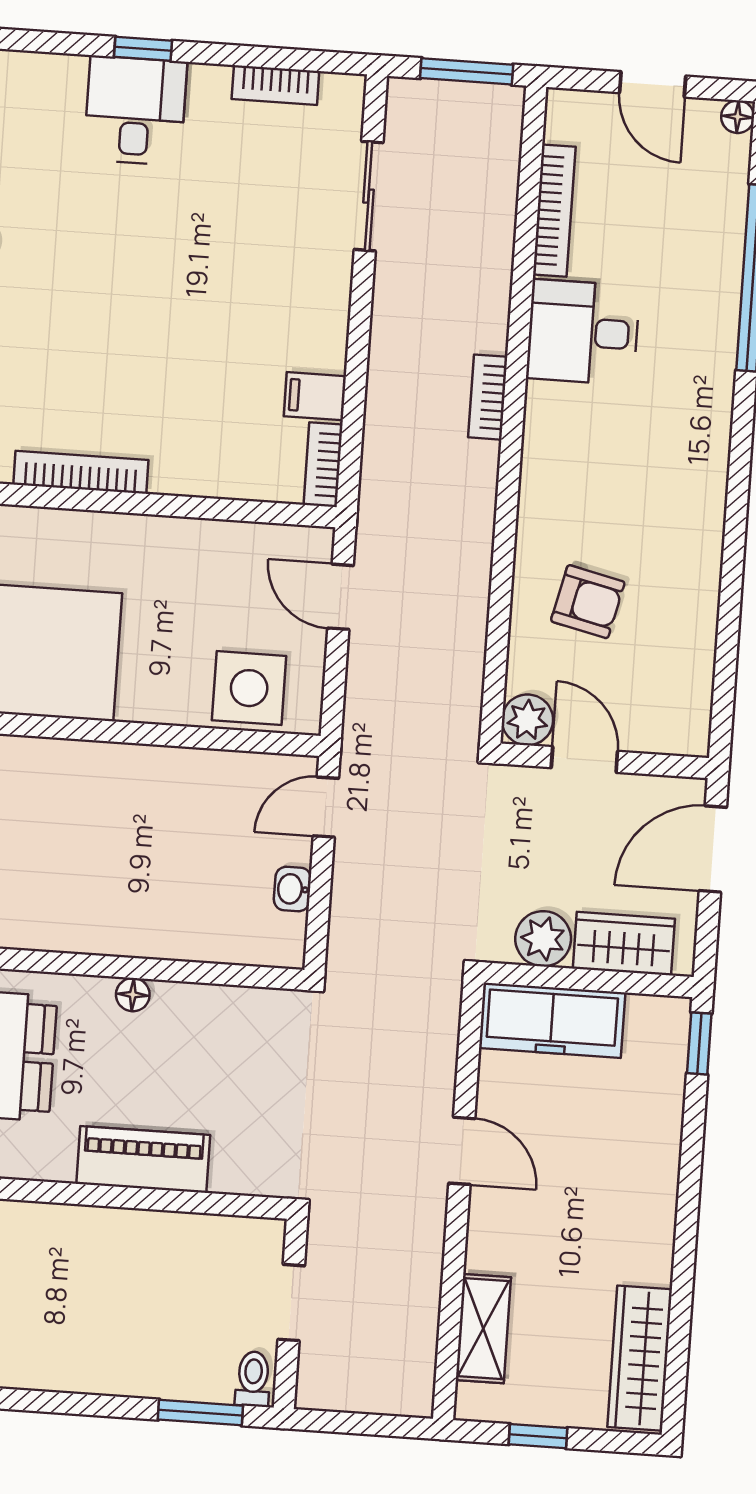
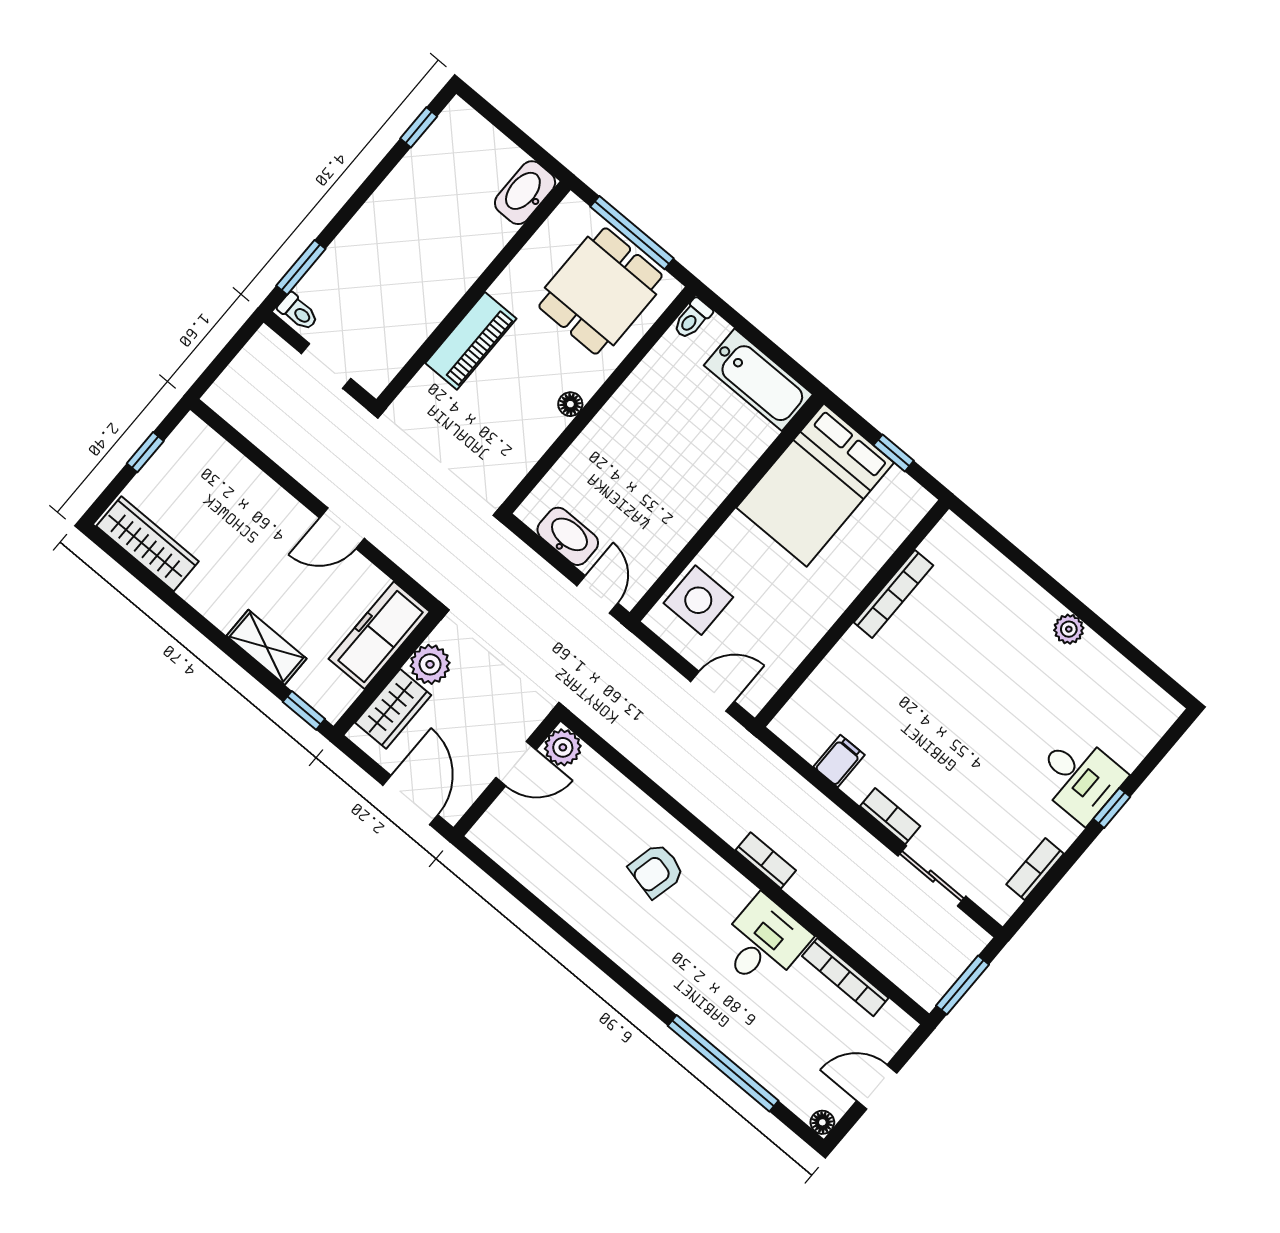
bookcase: (323, 465) -> (890, 816), moved
armchair: (588, 602) -> (656, 871), moved
washbasin: (292, 889) -> (568, 536), width x1.91, depth x1.45
shelving: (483, 1329) -> (266, 647), moved

